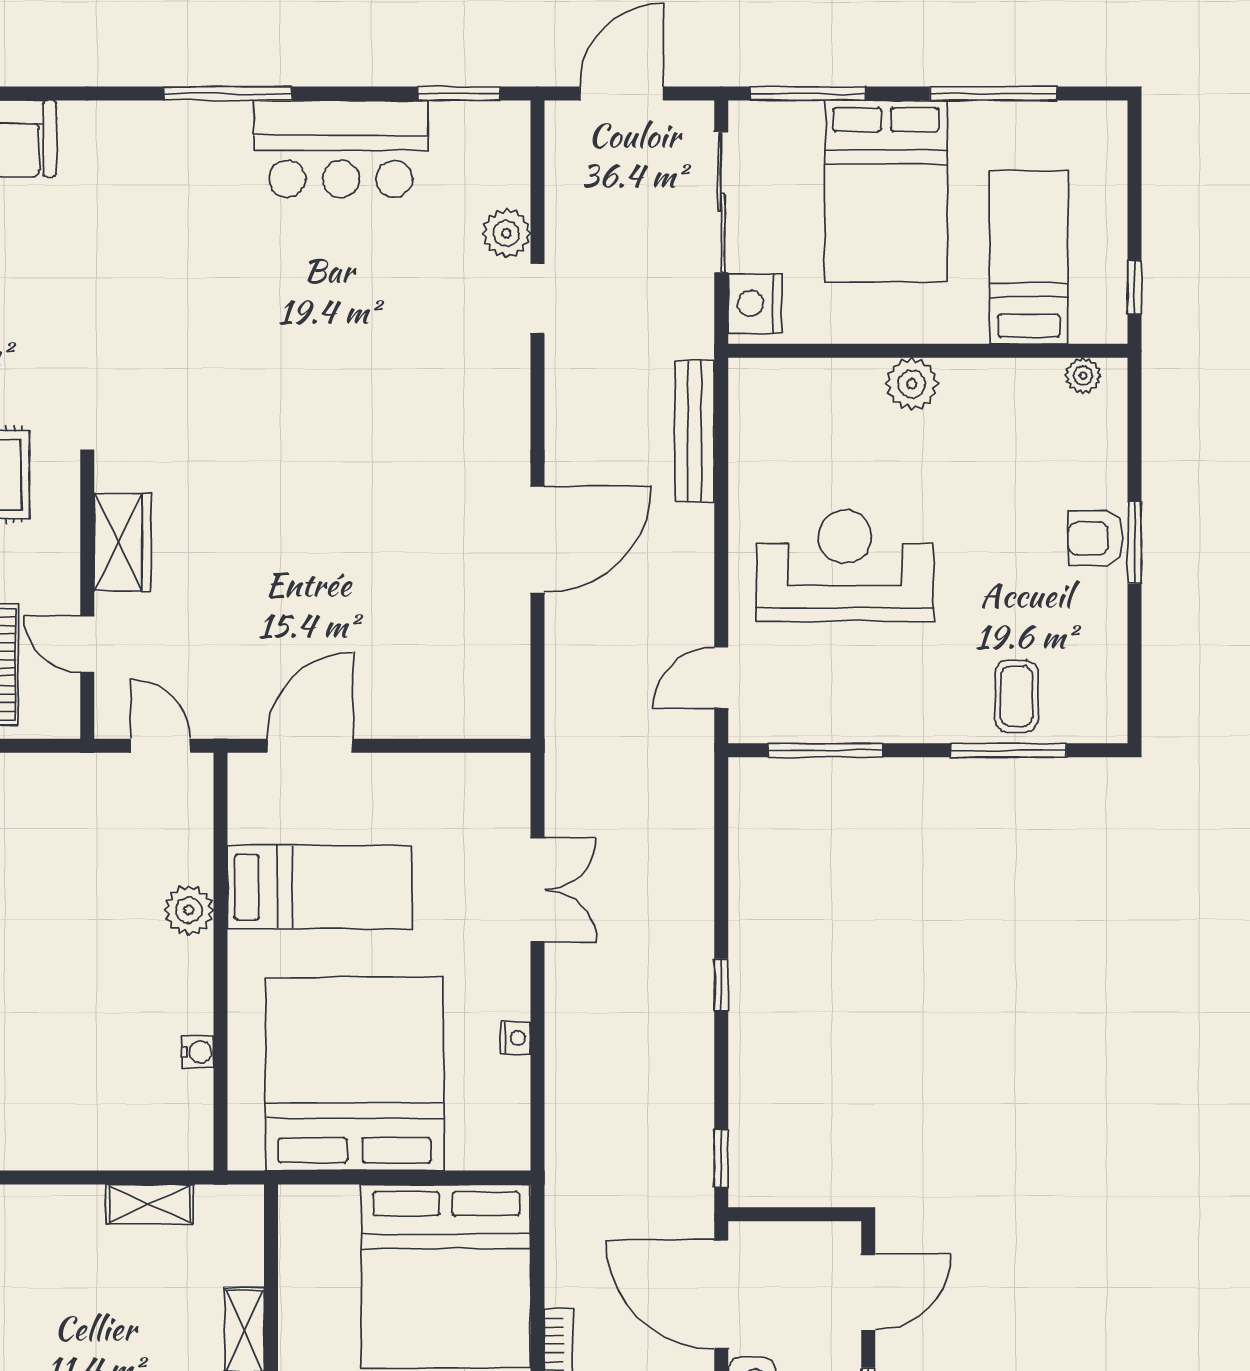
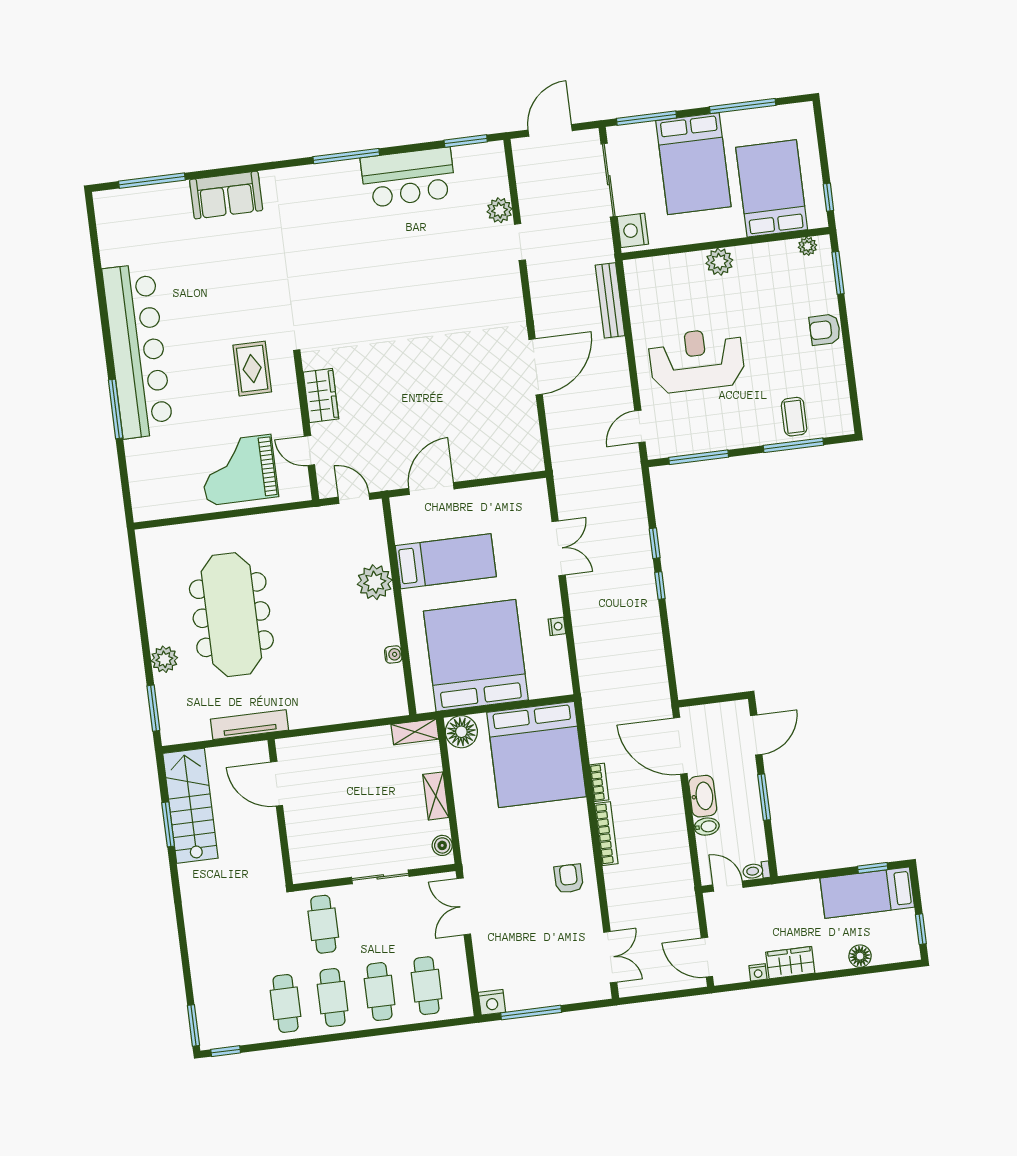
bed: (1029, 257) -> (772, 188), width x1.50
window: (1135, 543) -> (838, 273), moved
plant: (189, 910) -> (375, 582), width x1.36, depth x1.36
window: (721, 1158) -> (655, 543), moved
shelving: (150, 1204) -> (415, 732), moved
floor lamp: (309, 1215) -> (461, 732), added

